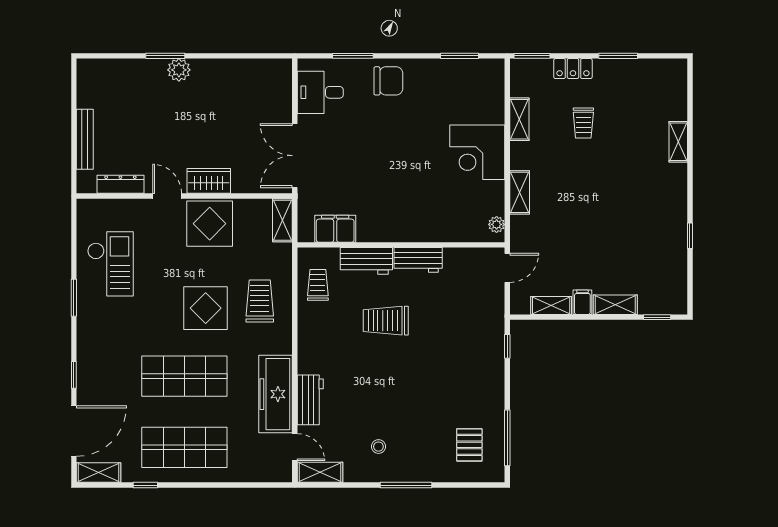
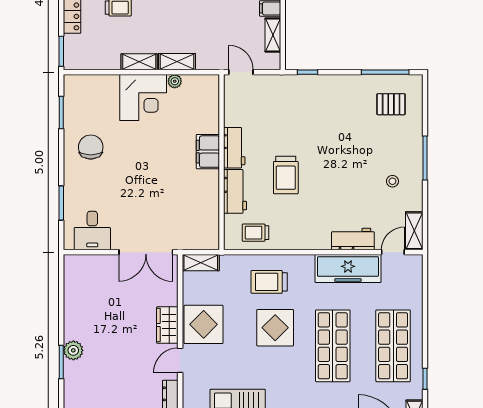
chair: (388, 81) -> (91, 147), moved
shelving: (519, 119) -> (139, 62), moved
plant: (497, 224) -> (175, 81), moved
filing cabinet: (335, 229) -> (208, 152), moved

